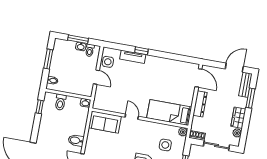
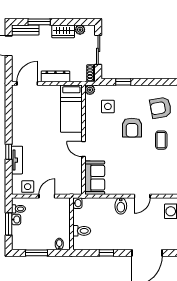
window: (40, 107) -> (106, 253), moved
door: (132, 117) -> (83, 149), hinge flipped

